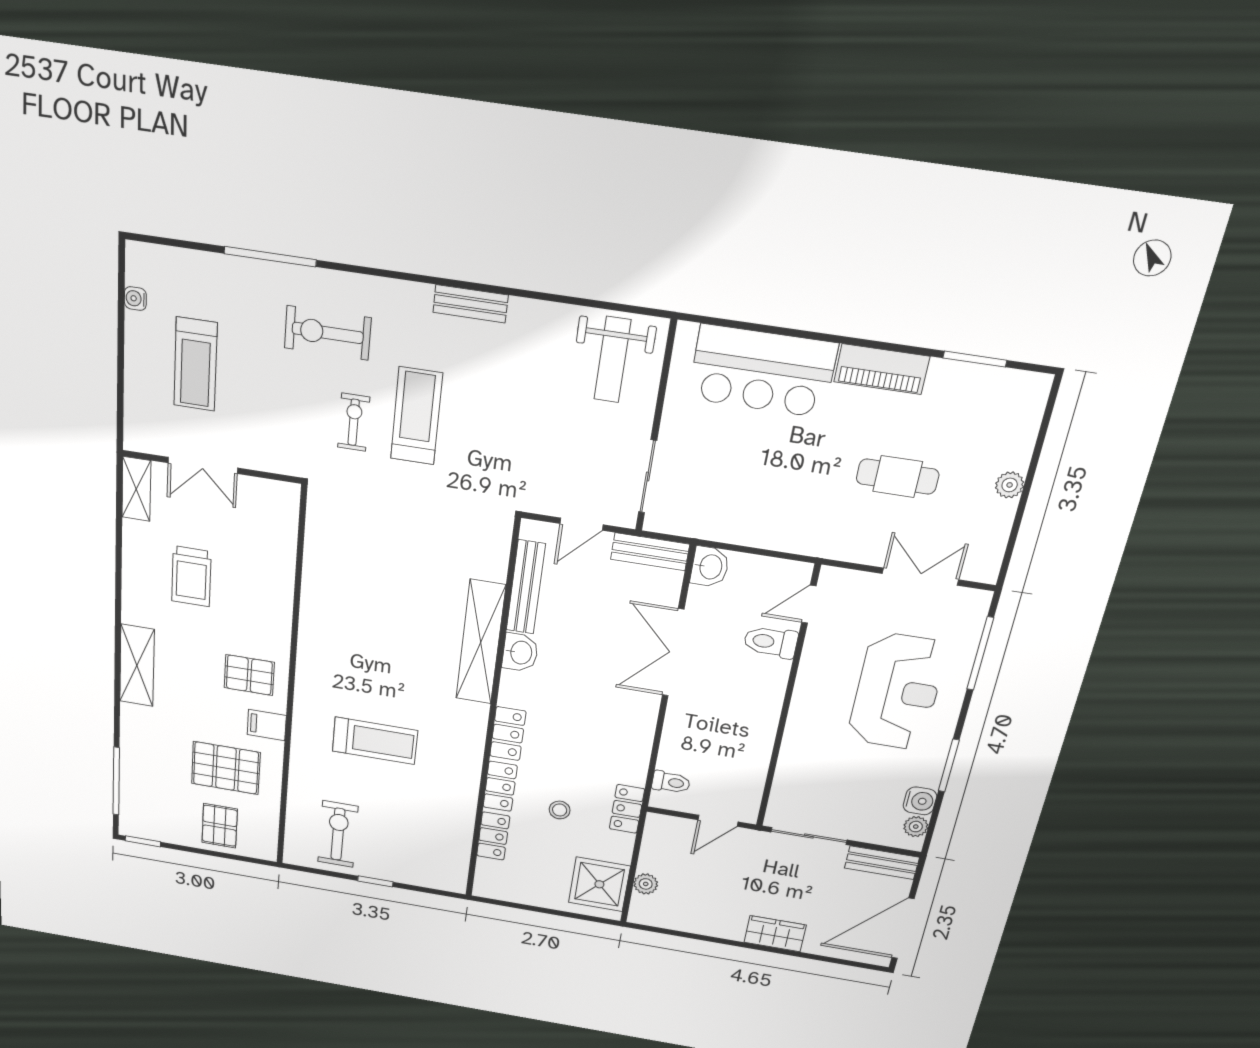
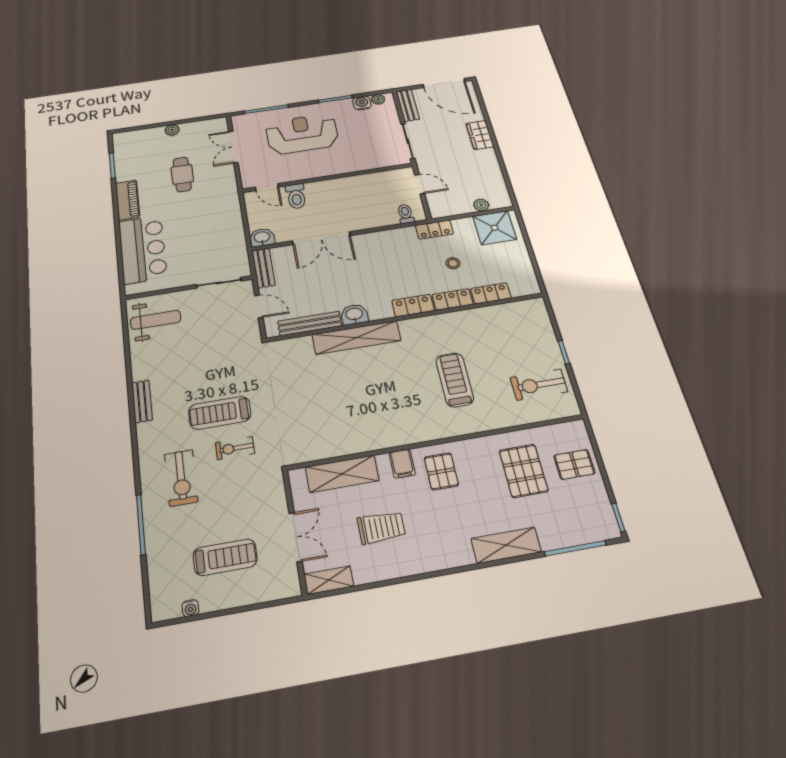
shelving: (277, 553) -> (342, 474), added
shelving: (137, 665) -> (506, 545), moved
filing cabinet: (267, 725) -> (402, 464), moved

